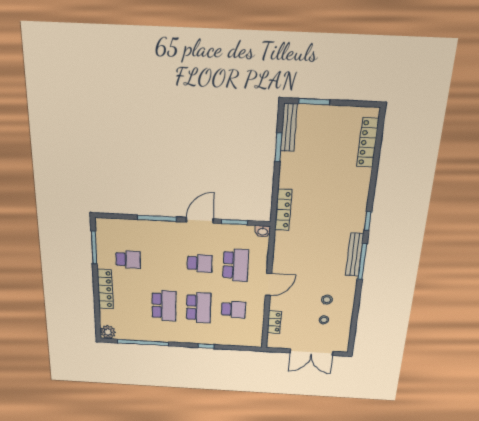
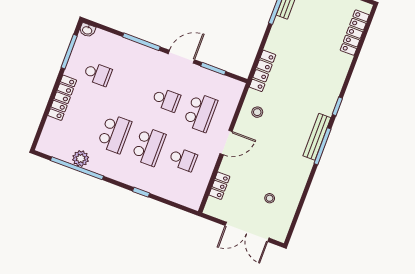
washbasin: (263, 231) -> (87, 30), moved
stool: (327, 300) -> (257, 112), moved
plant: (108, 332) -> (81, 158), moved

